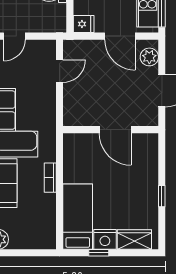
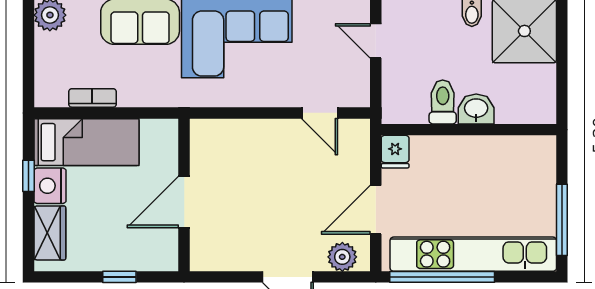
wall: (111, 130) -> (184, 195), moved
door: (115, 130) -> (184, 202), moved
bookcase: (50, 178) -> (92, 98), moved

